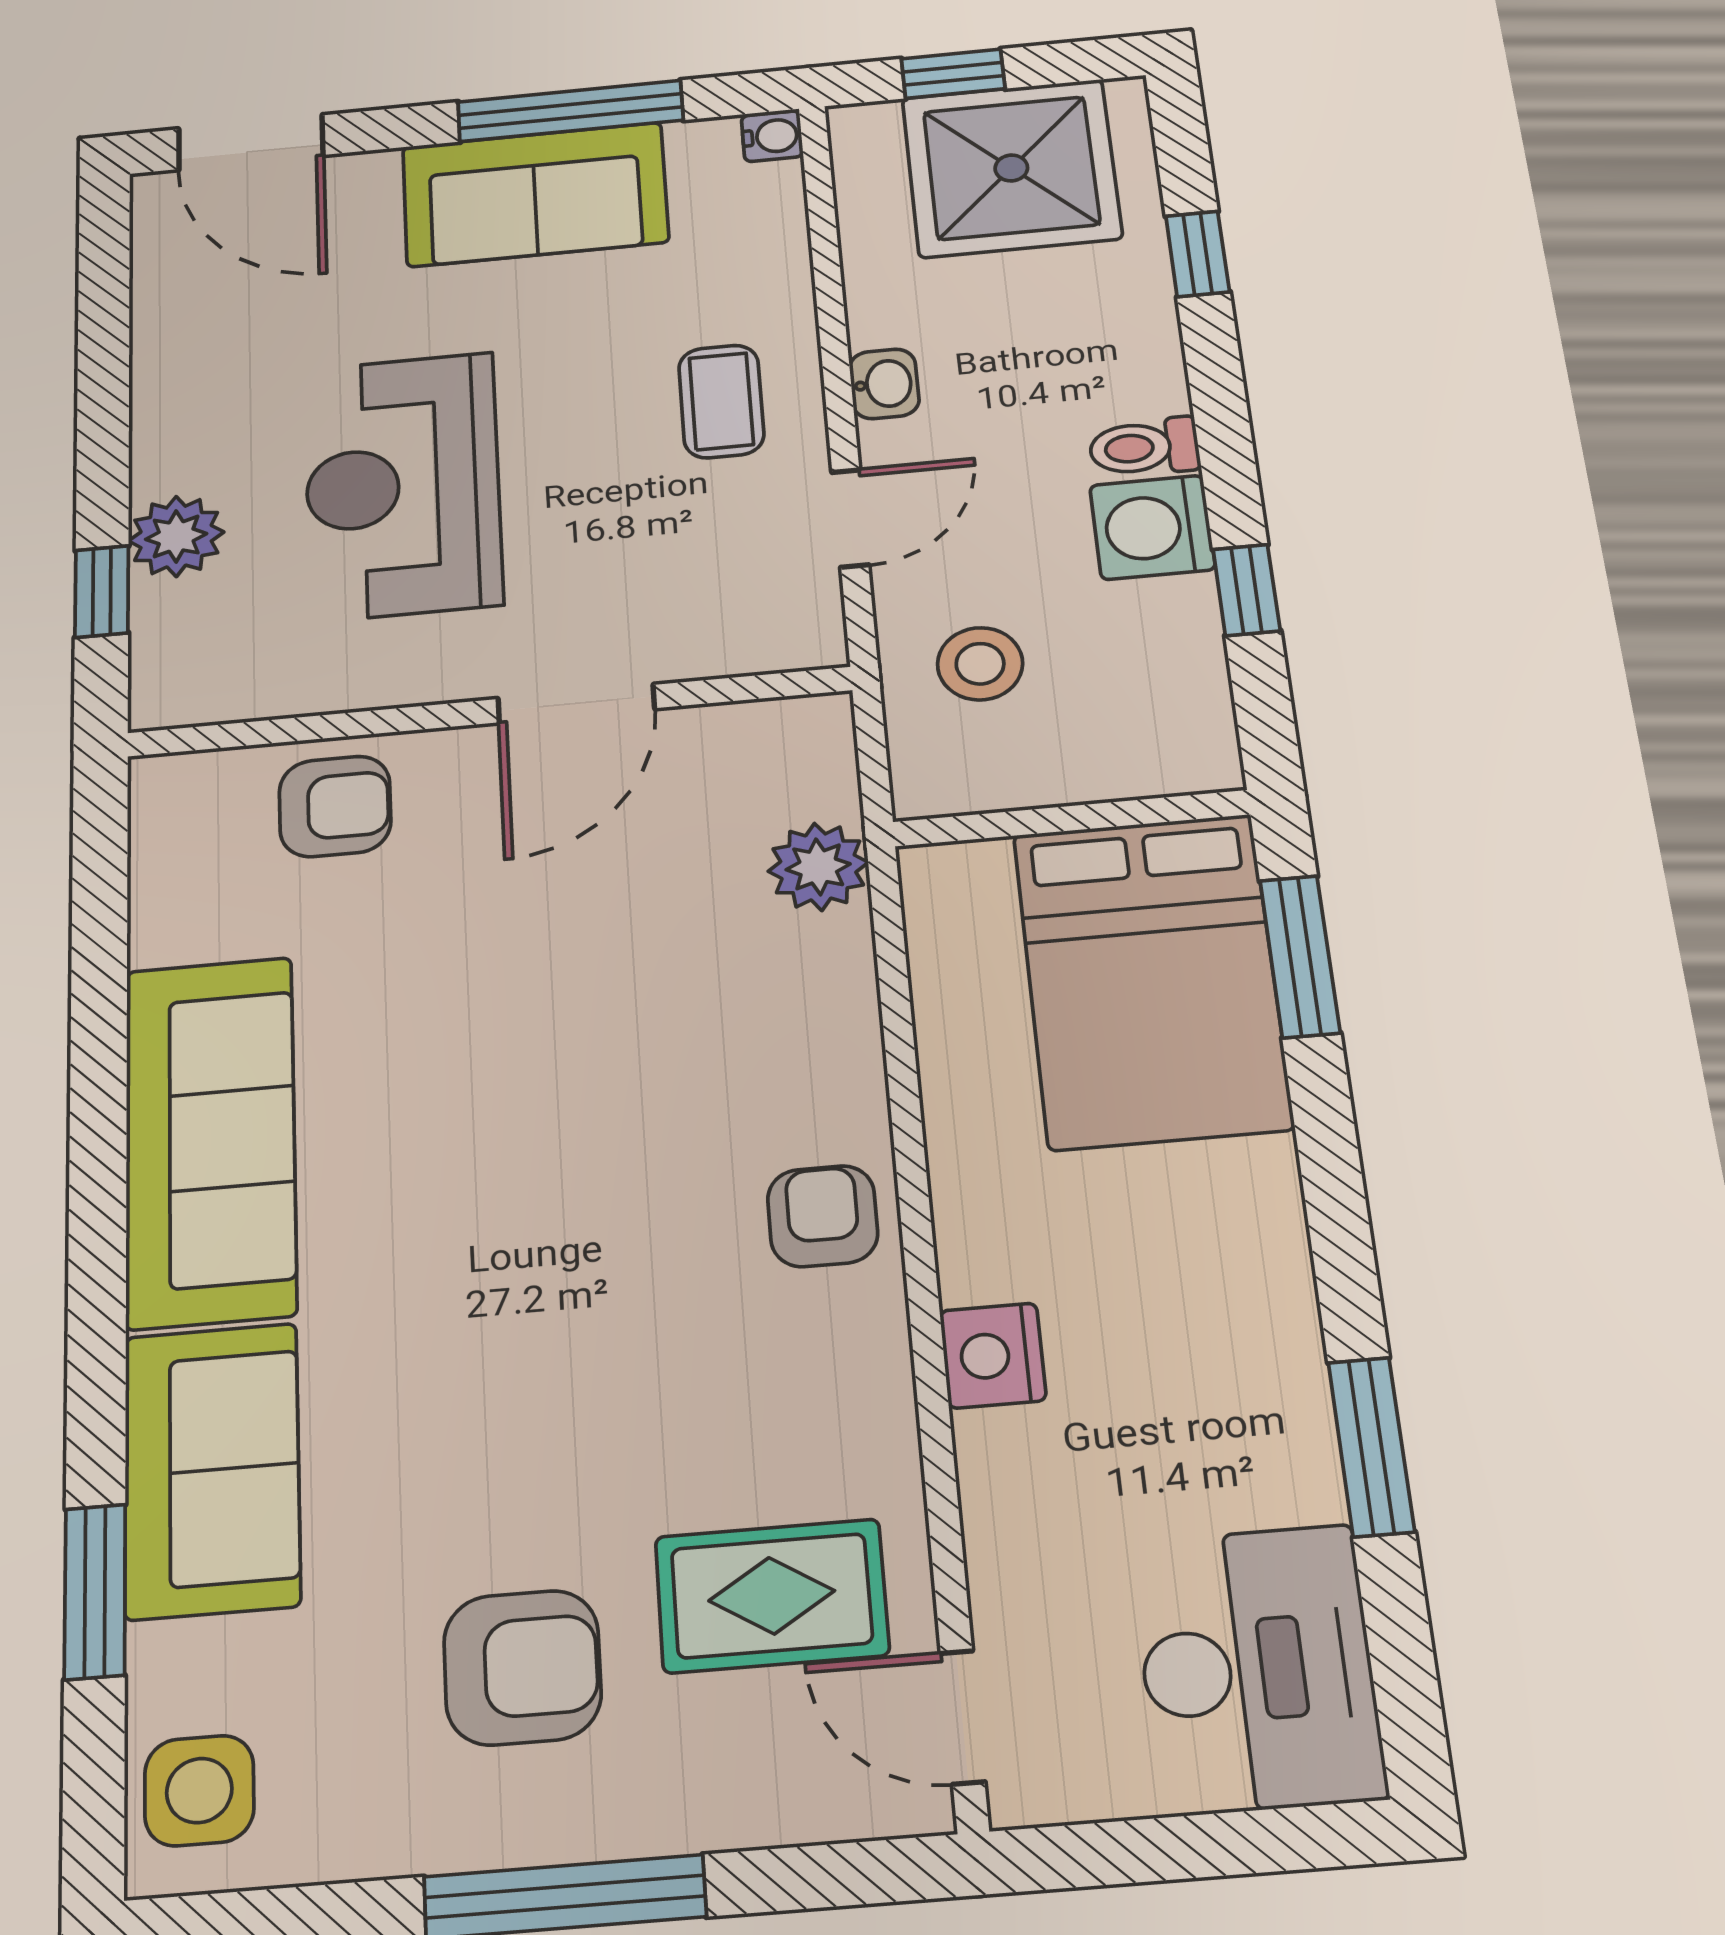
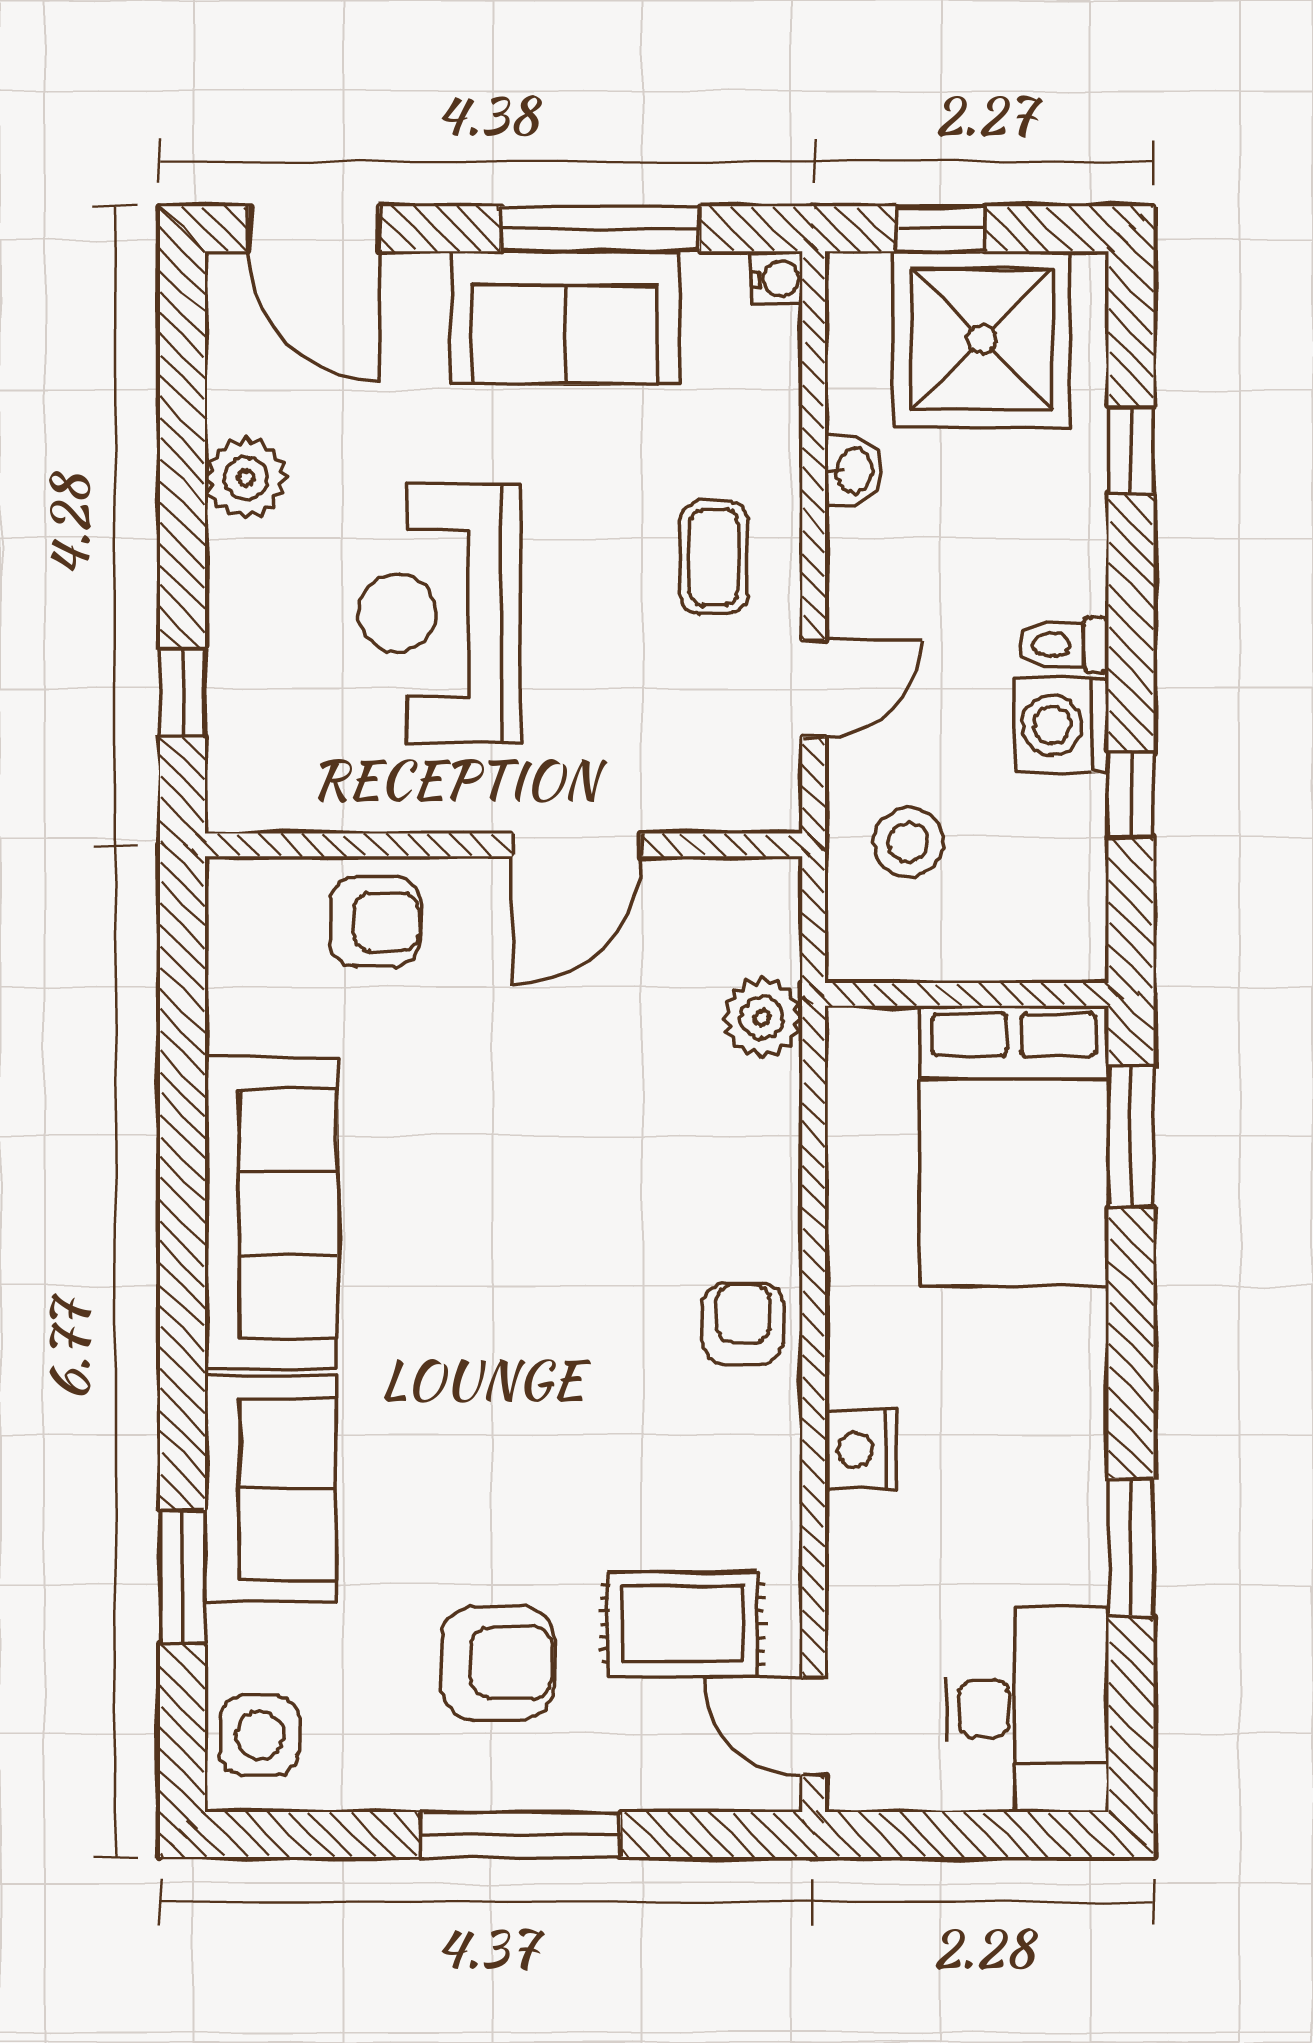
washbasin: (884, 384) -> (853, 471), moved
plant: (176, 536) -> (246, 478), moved

